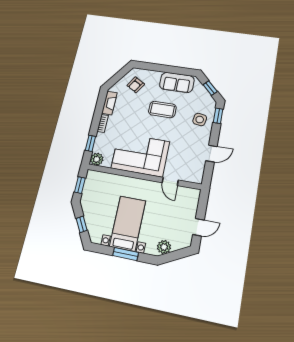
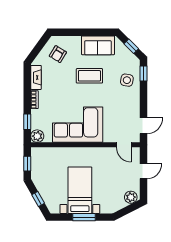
door: (211, 154) -> (143, 126), moved
door: (170, 181) -> (124, 145), moved
door: (198, 227) -> (143, 171), moved
plant: (164, 247) -> (131, 197), moved

